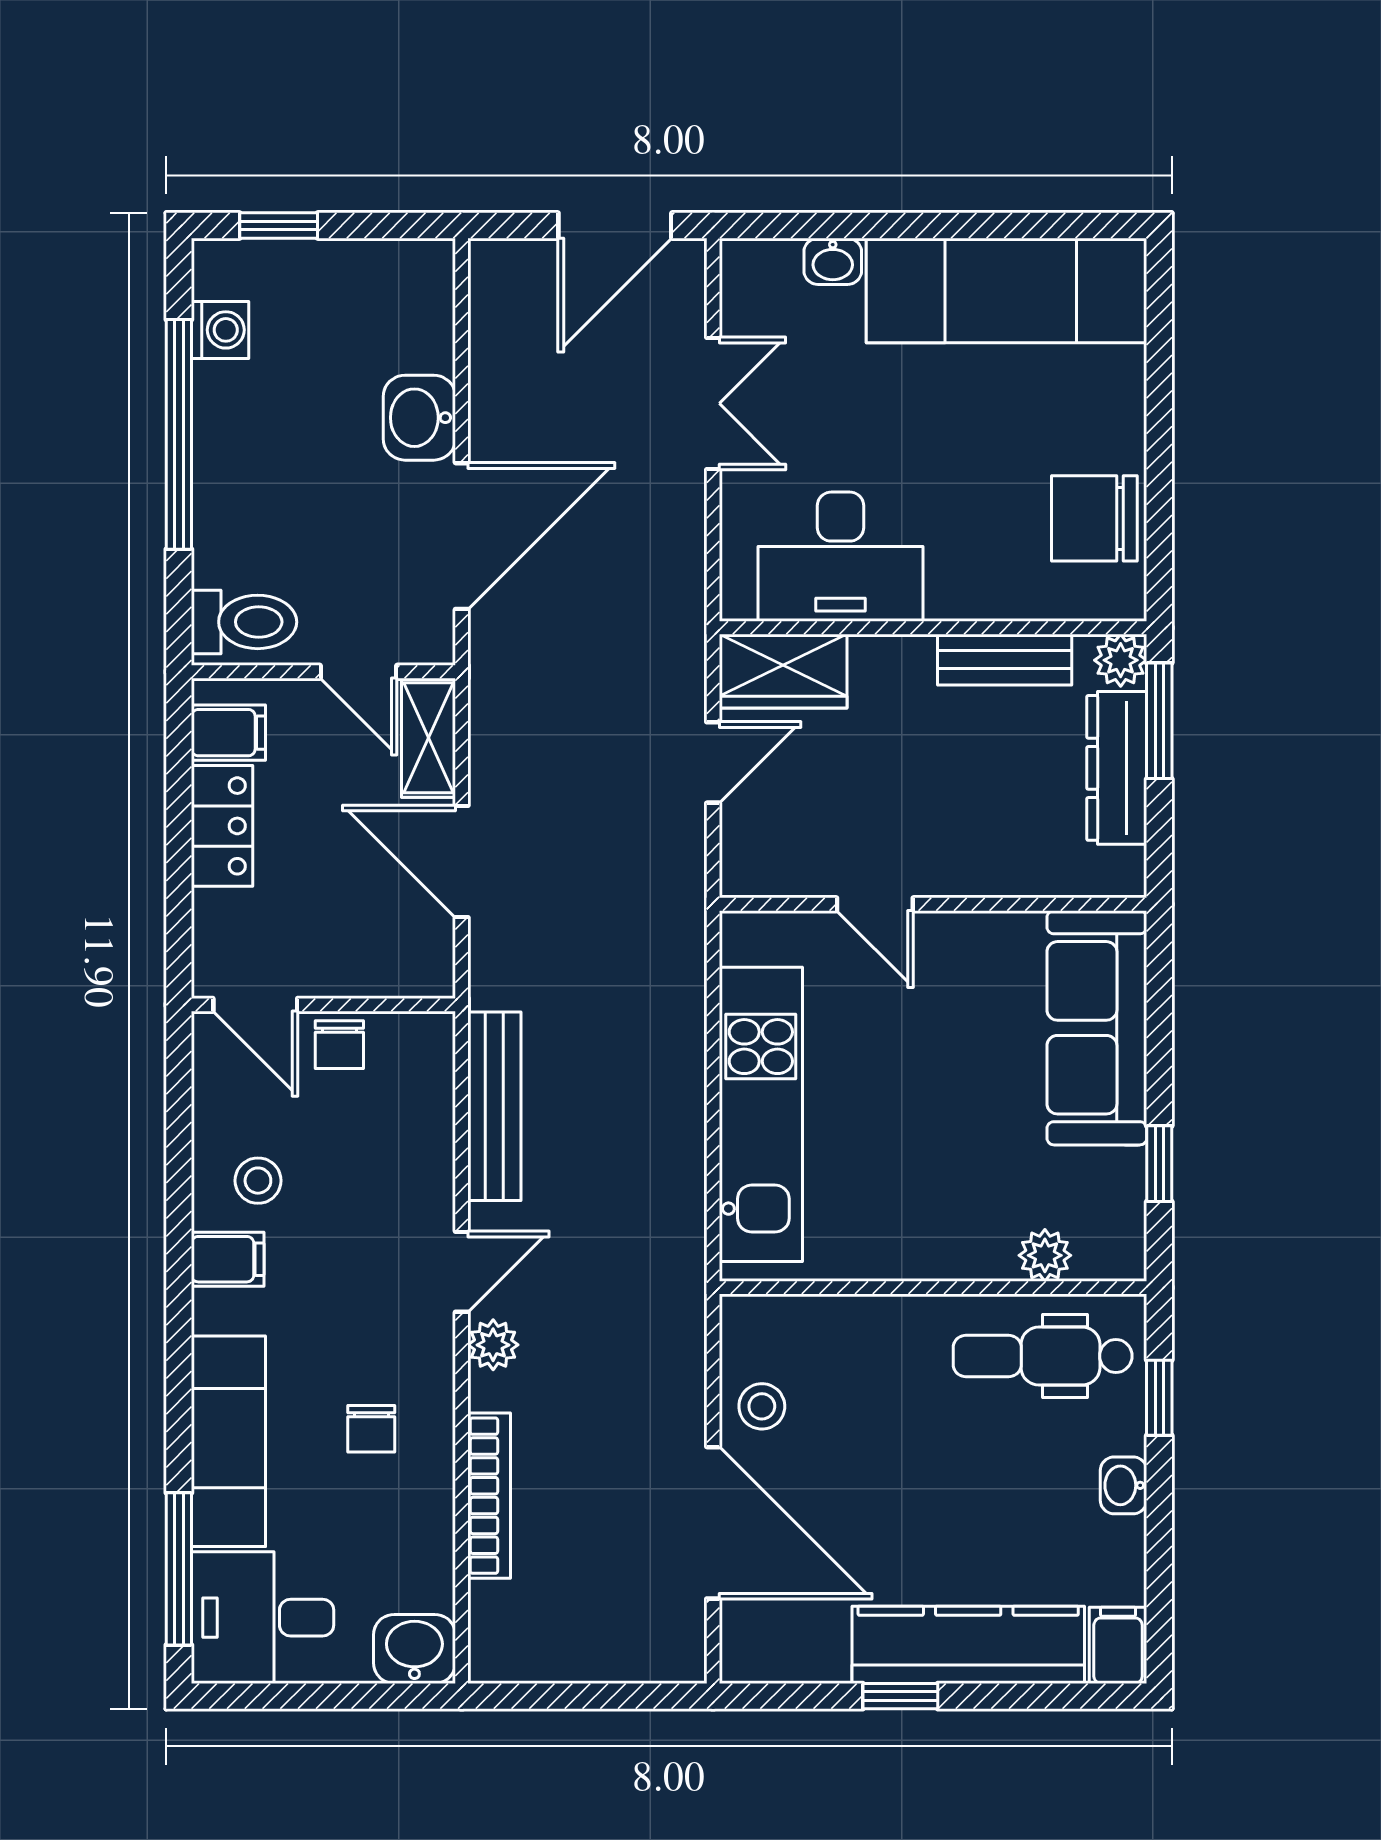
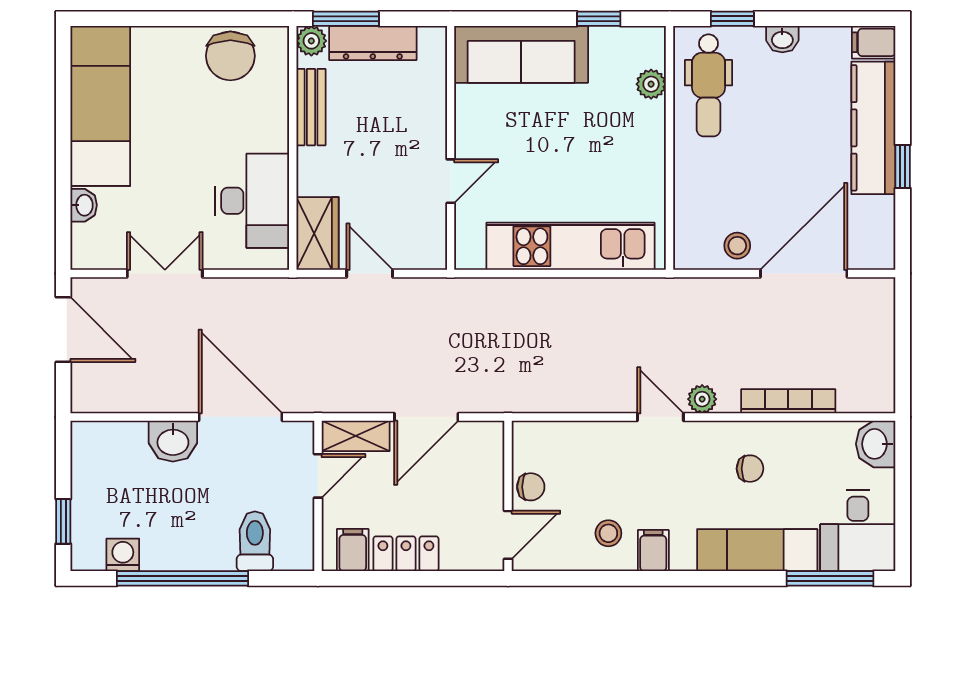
toilet: (244, 622) -> (255, 541), moved
bench: (494, 1106) -> (566, 398), removed

